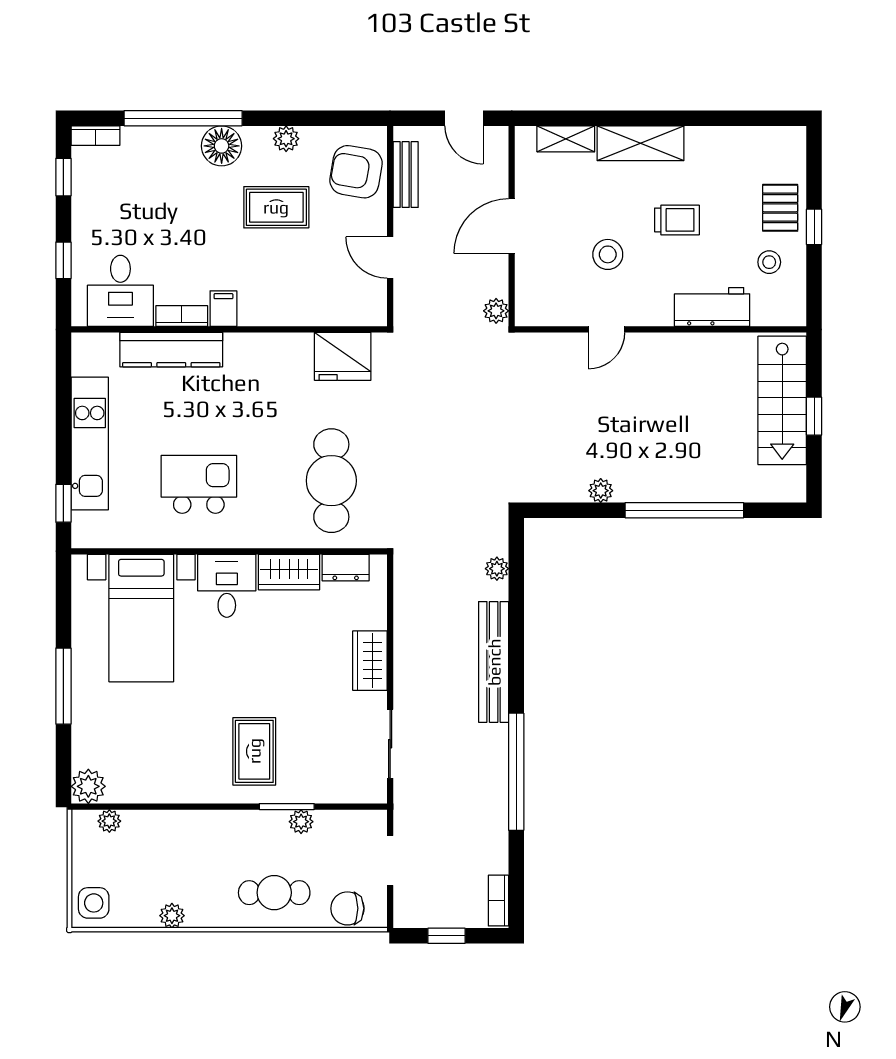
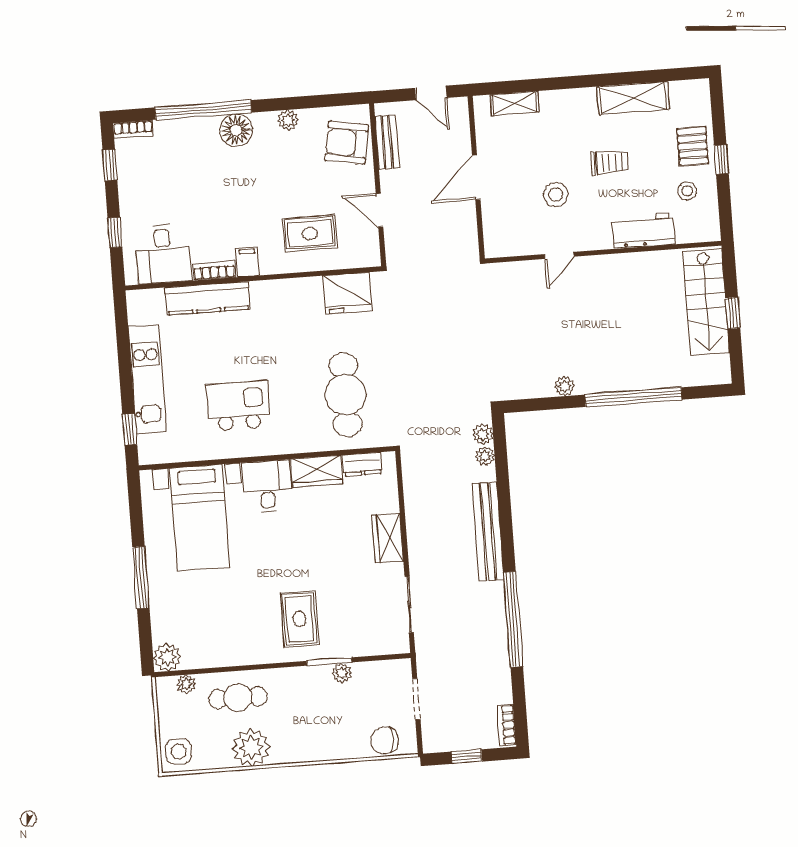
shelving: (641, 143) -> (633, 98), moved
rug: (276, 207) -> (310, 233), moved
plant: (496, 311) -> (483, 434), moved
cafe table: (274, 893) -> (238, 698), moved
plant: (172, 916) -> (251, 748), width x1.87, depth x1.87

